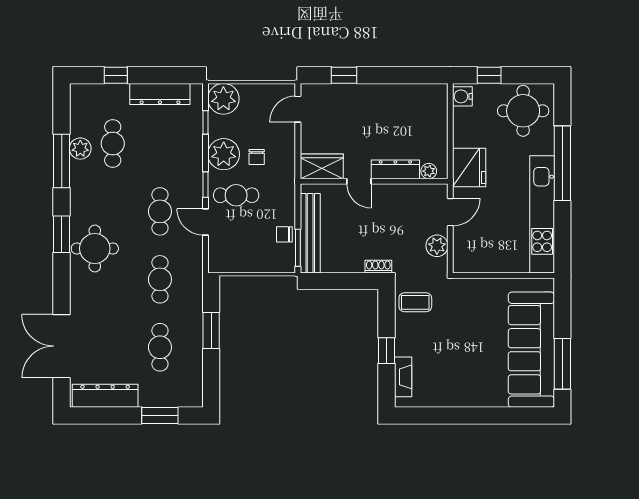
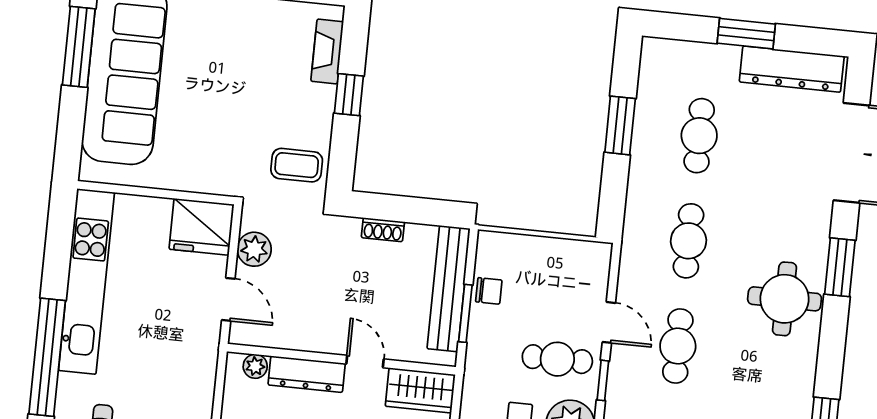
fridge: (469, 167) -> (202, 227), moved, turned -90
door: (450, 212) -> (228, 299), swing flipped
window: (62, 234) -> (840, 267), moved
window: (298, 248) -> (465, 313), moved
shoe rack: (378, 267) -> (383, 230), moved
window: (211, 330) -> (620, 125), moved
window: (160, 416) -> (746, 34), moved

